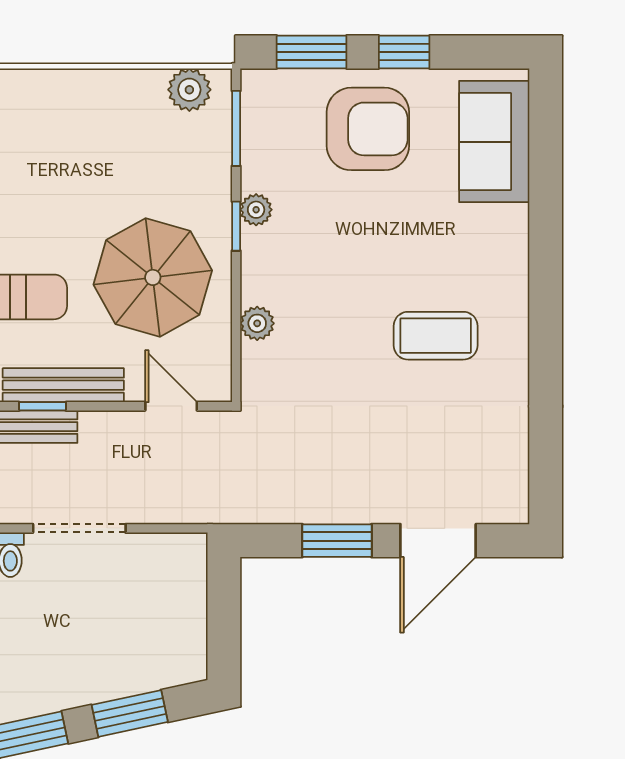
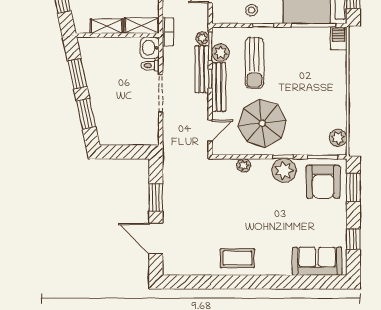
window: (404, 52) -> (353, 239), moved
armchair: (368, 129) -> (323, 182), moved
plant: (256, 210) -> (284, 171), width x1.88, depth x1.88
coffee table: (436, 336) -> (237, 258), moved, turned 90

